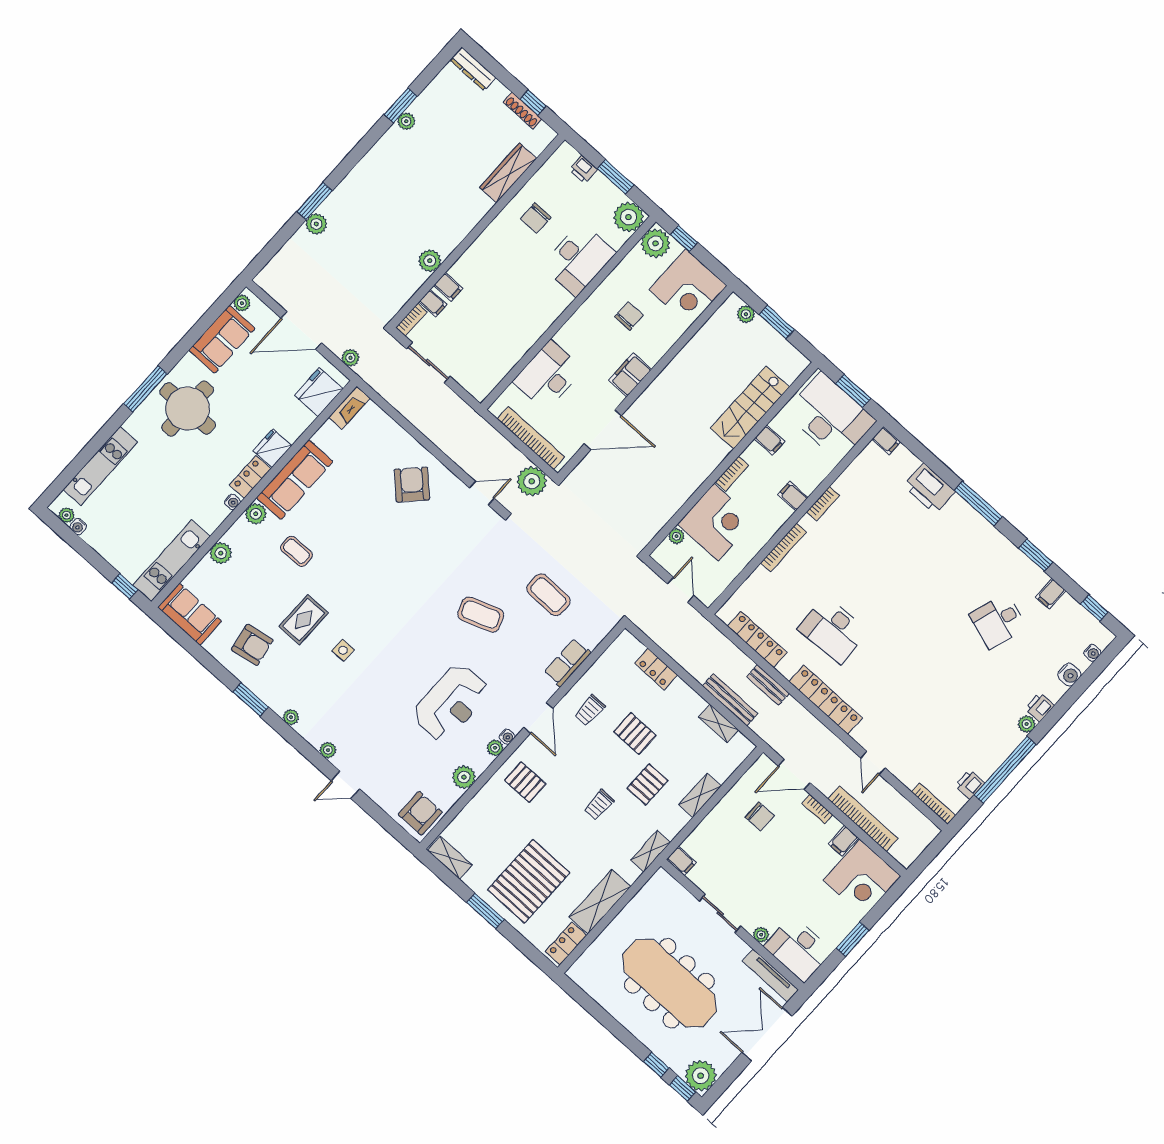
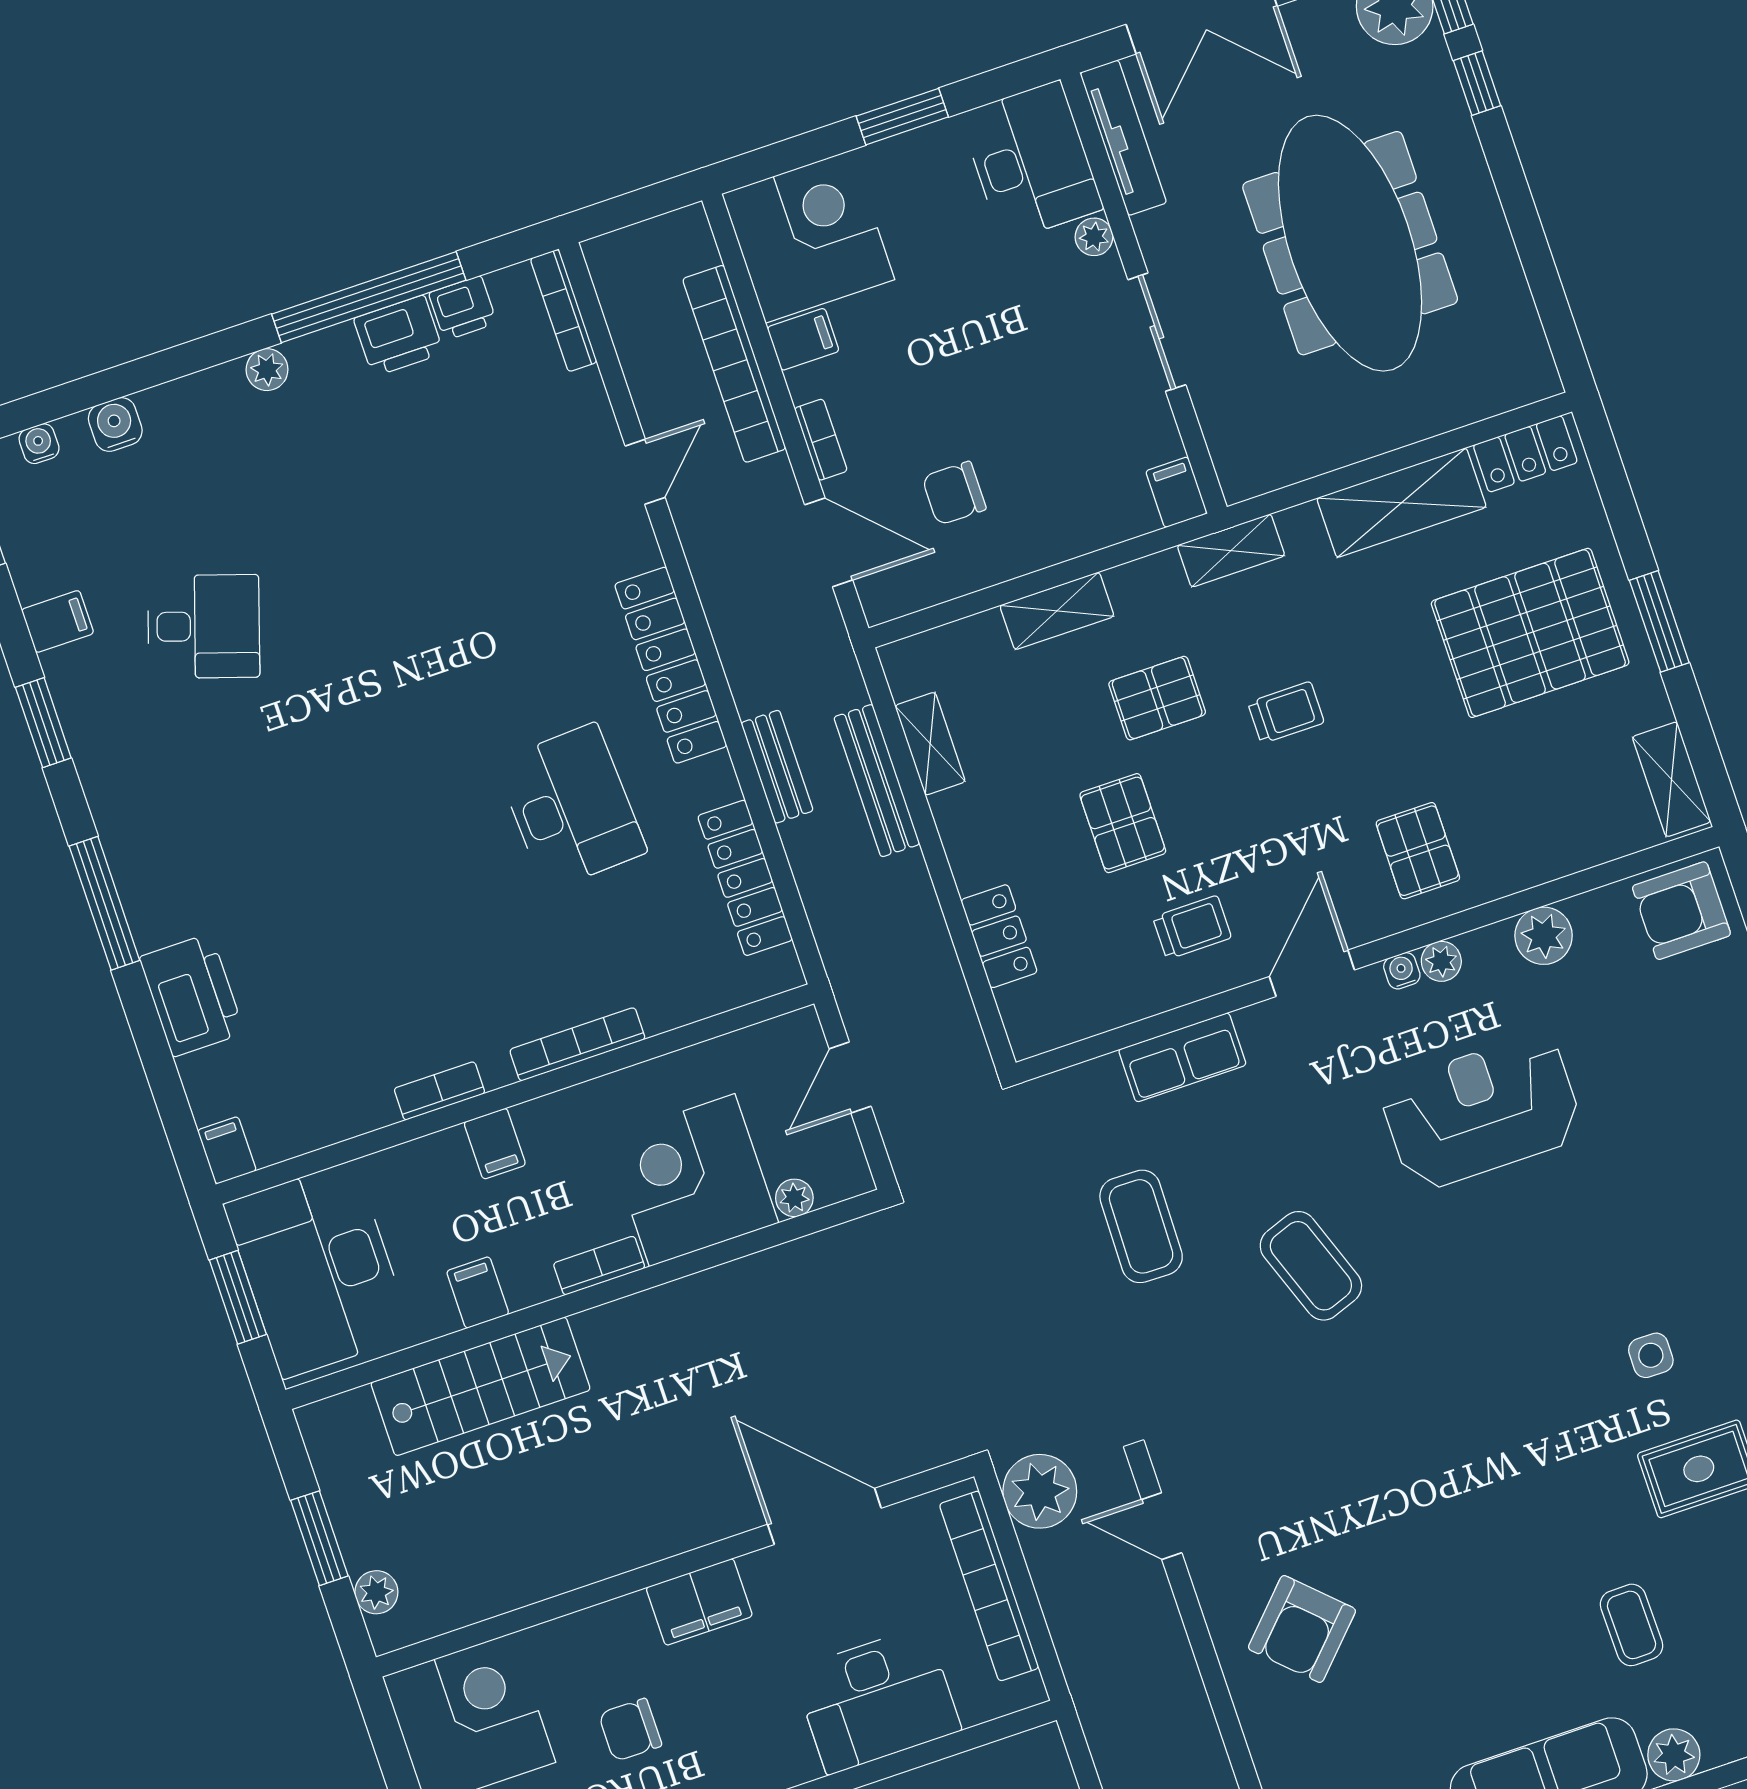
printer: (1040, 707) -> (399, 336), moved, width x1.36, depth x1.24
chair: (760, 817) -> (954, 493), turned -90

